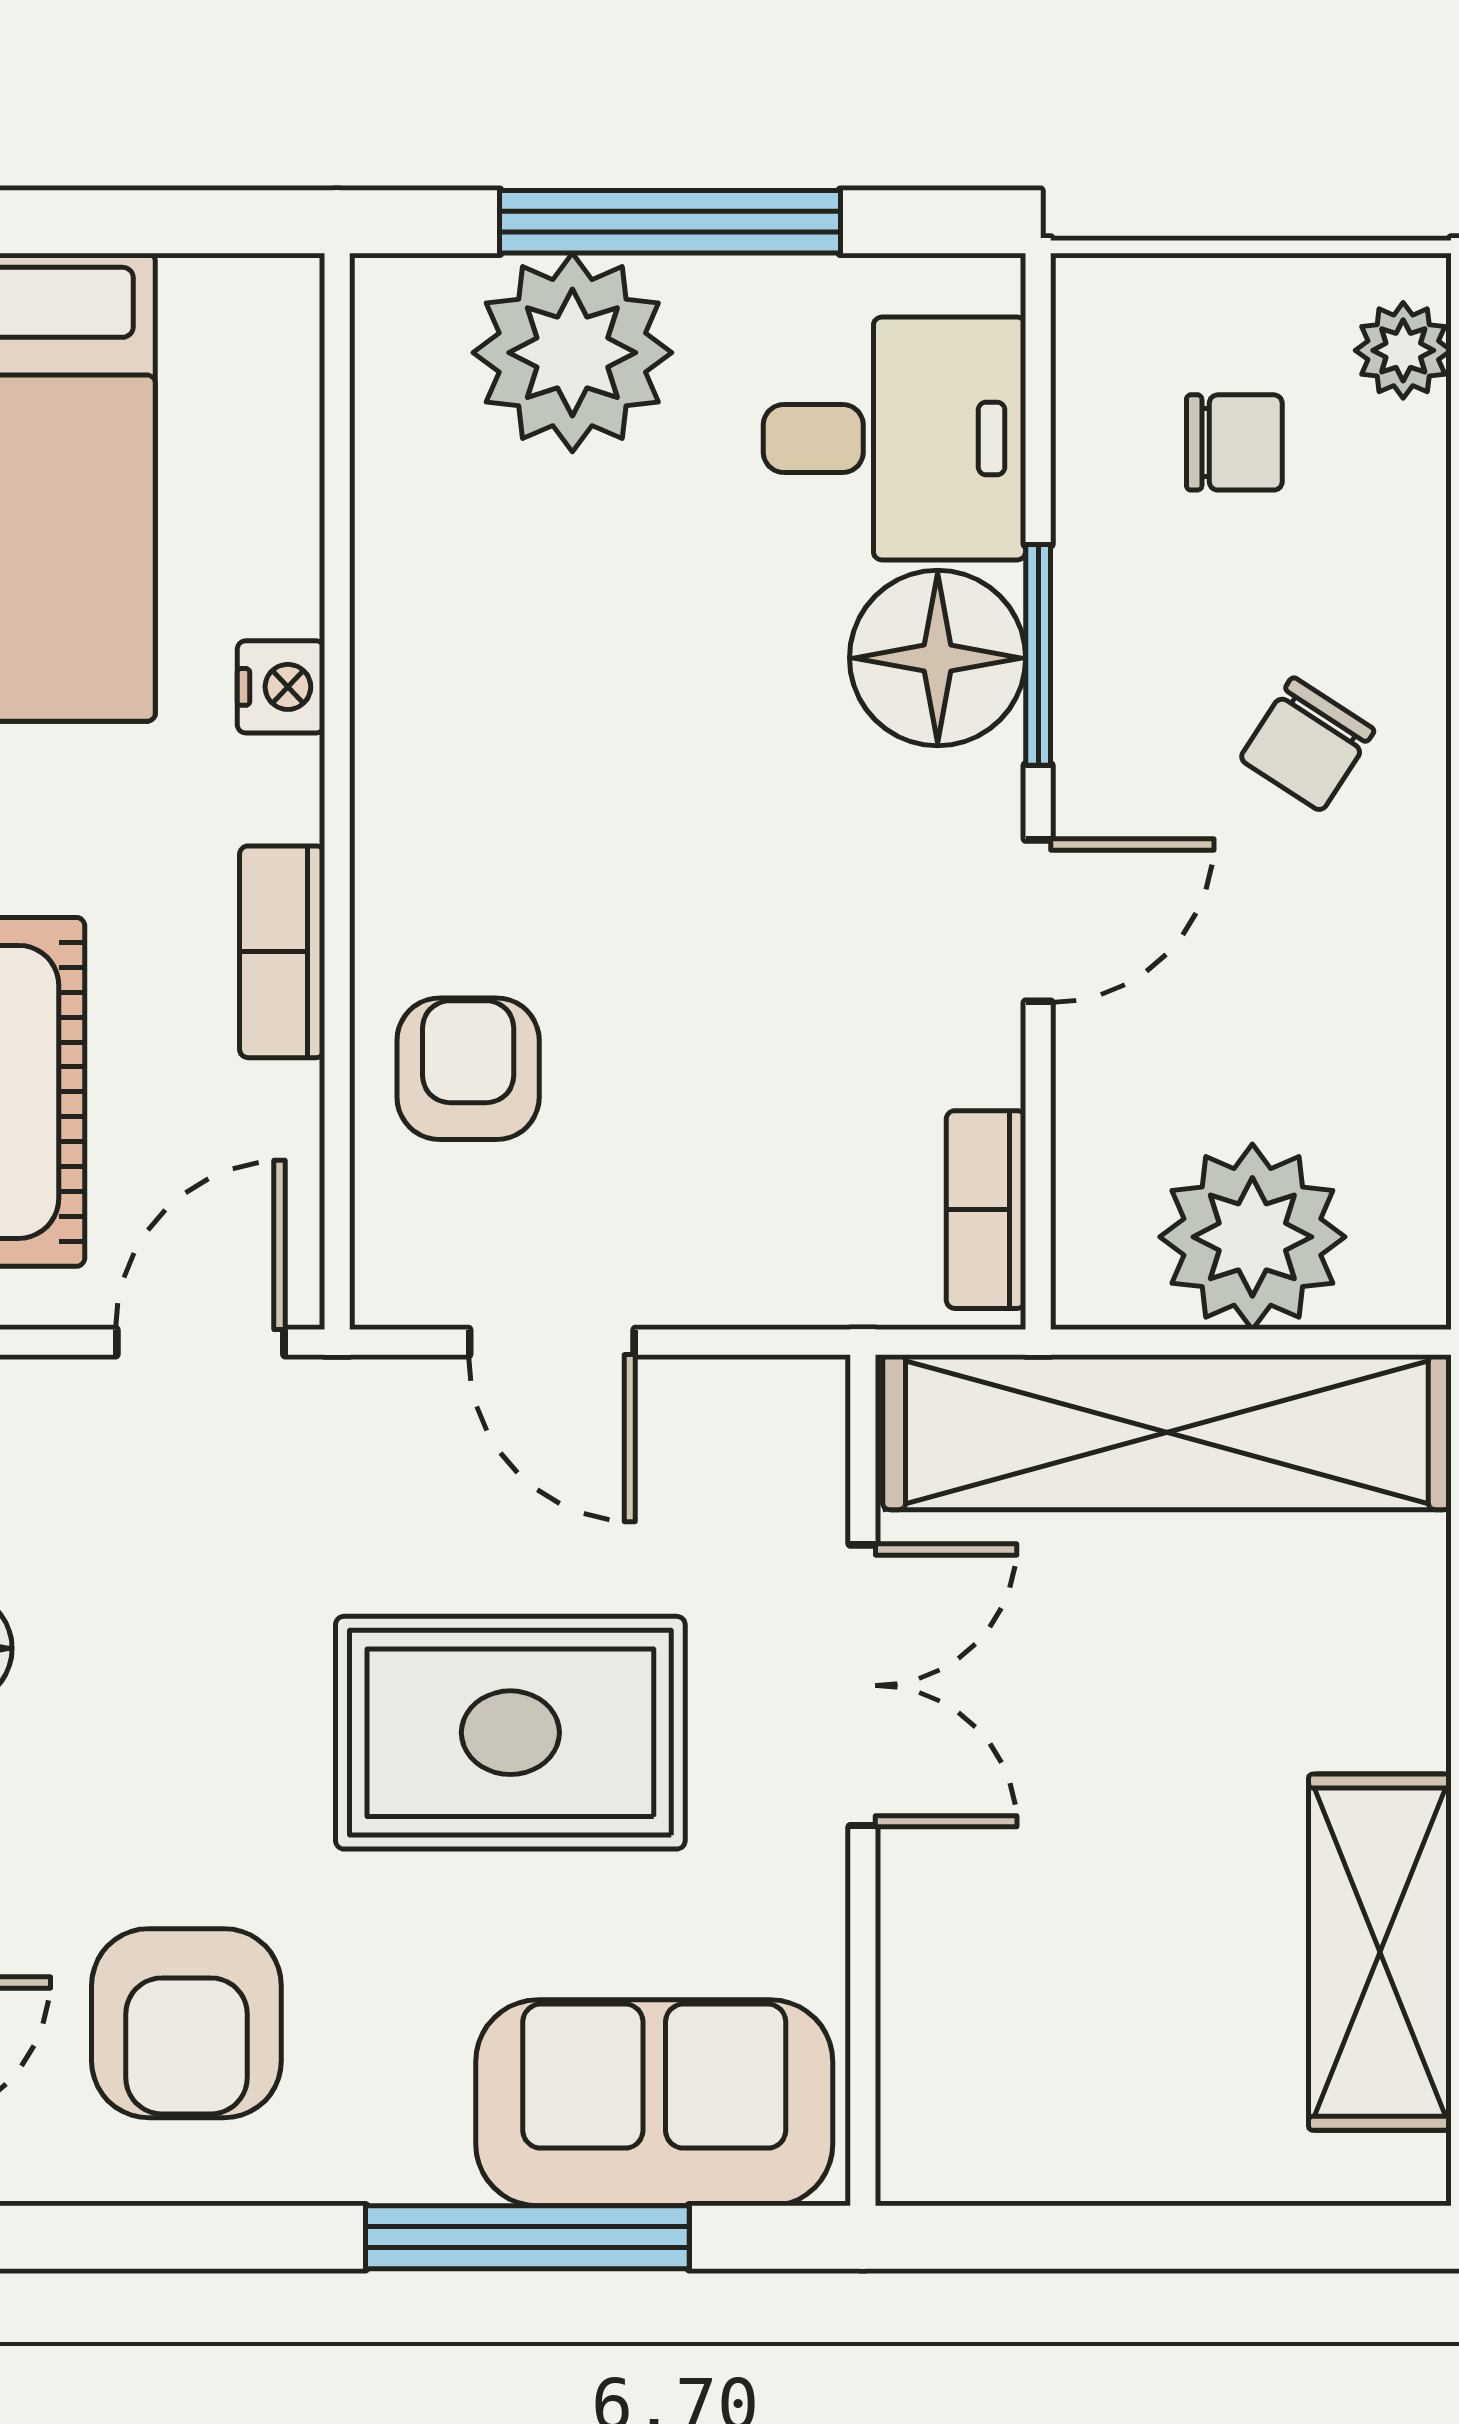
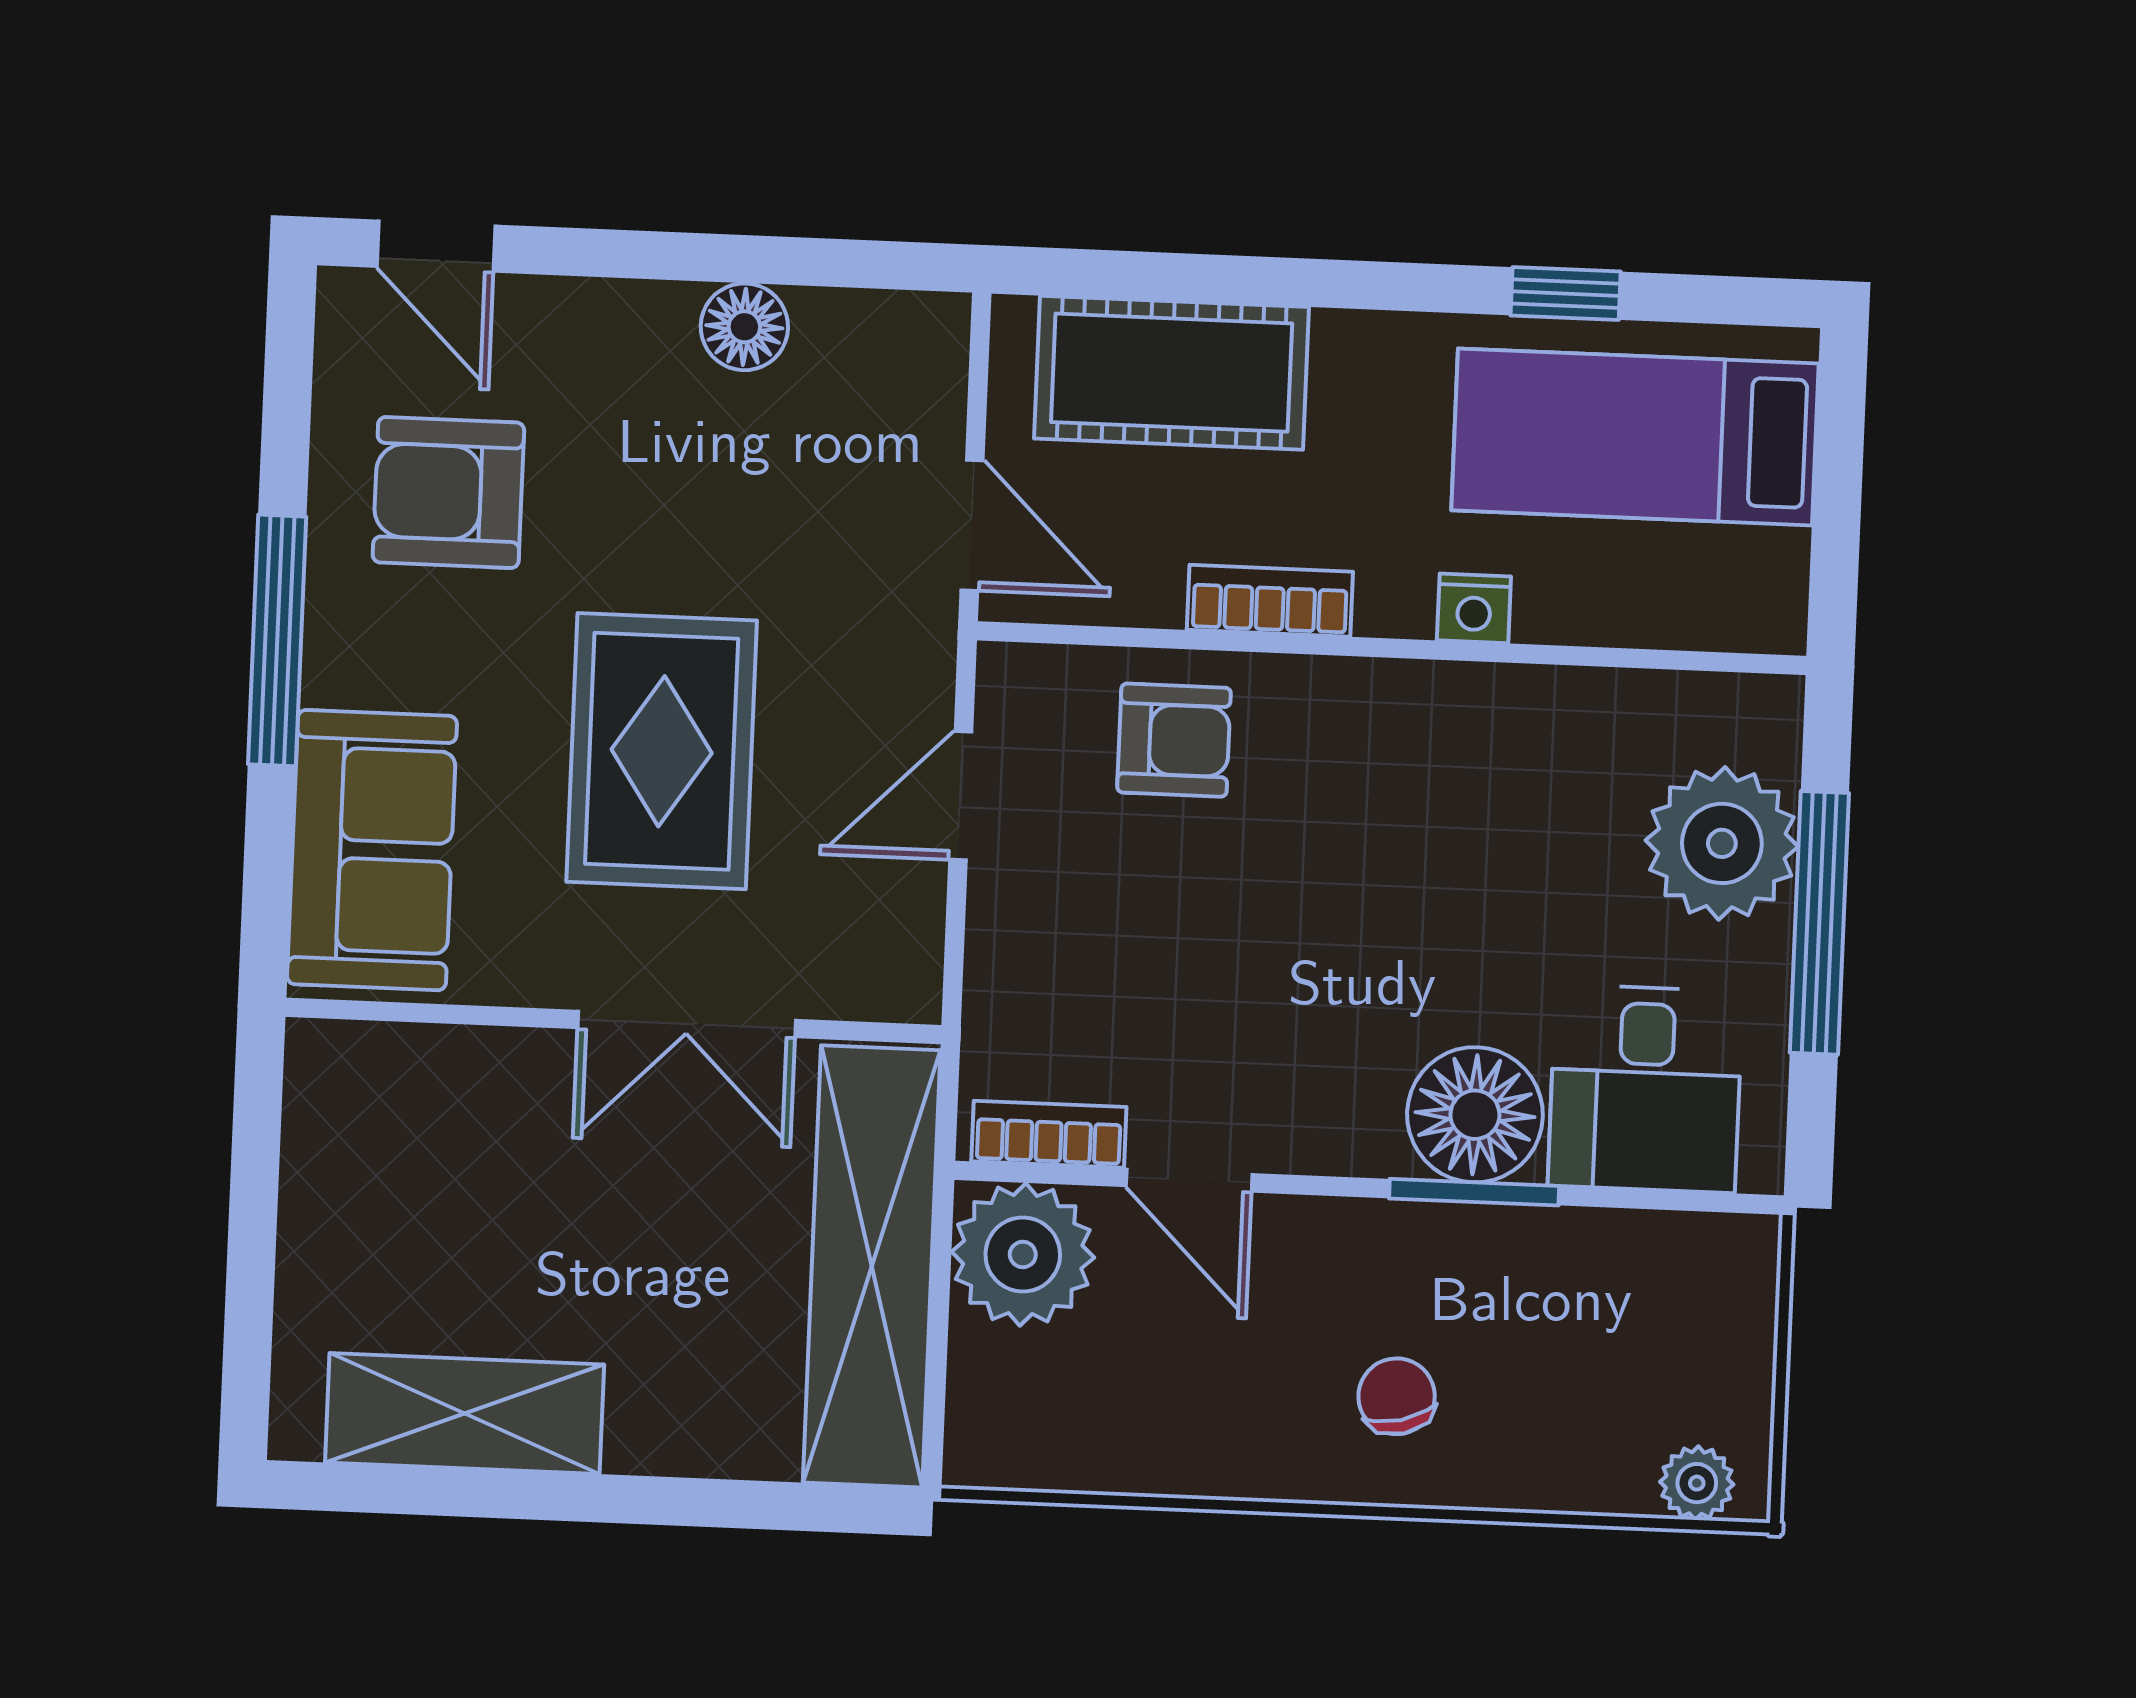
chair: (1234, 442) -> (1631, 1350), removed
chair: (1307, 744) -> (1397, 1396), turned 43
door: (1038, 921) -> (1189, 1180), moved
plant: (1252, 1237) -> (1023, 1255), moved
window: (527, 2237) -> (277, 640), moved

